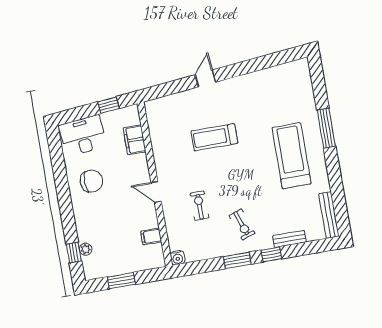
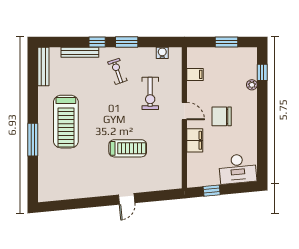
filing cabinet: (135, 140) -> (195, 140), moved
chair: (91, 181) -> (222, 116), moved
exercise bike: (199, 206) -> (150, 93), width x1.38, depth x1.39
bench: (289, 239) -> (80, 52), width x1.36
plant: (86, 249) -> (252, 85), moved
water cooler: (178, 258) -> (162, 53), moved

